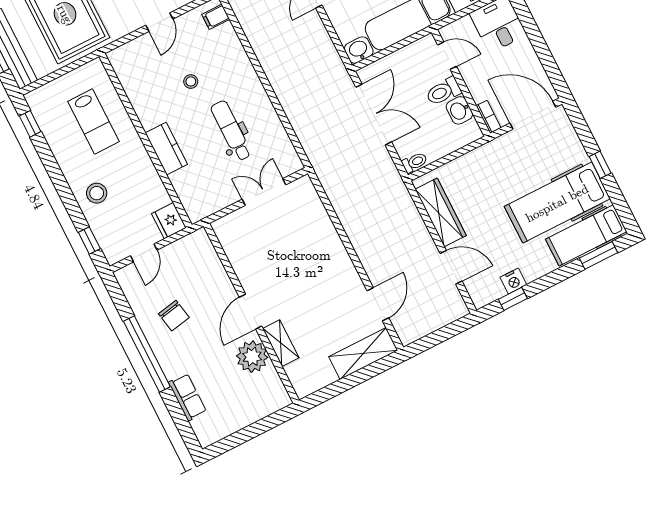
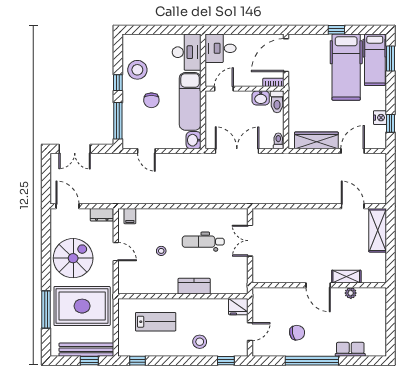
toilet: (443, 91) -> (277, 102), moved
door: (144, 253) -> (250, 332), hinge flipped
plant: (252, 357) -> (351, 293), width x0.53, depth x0.53

